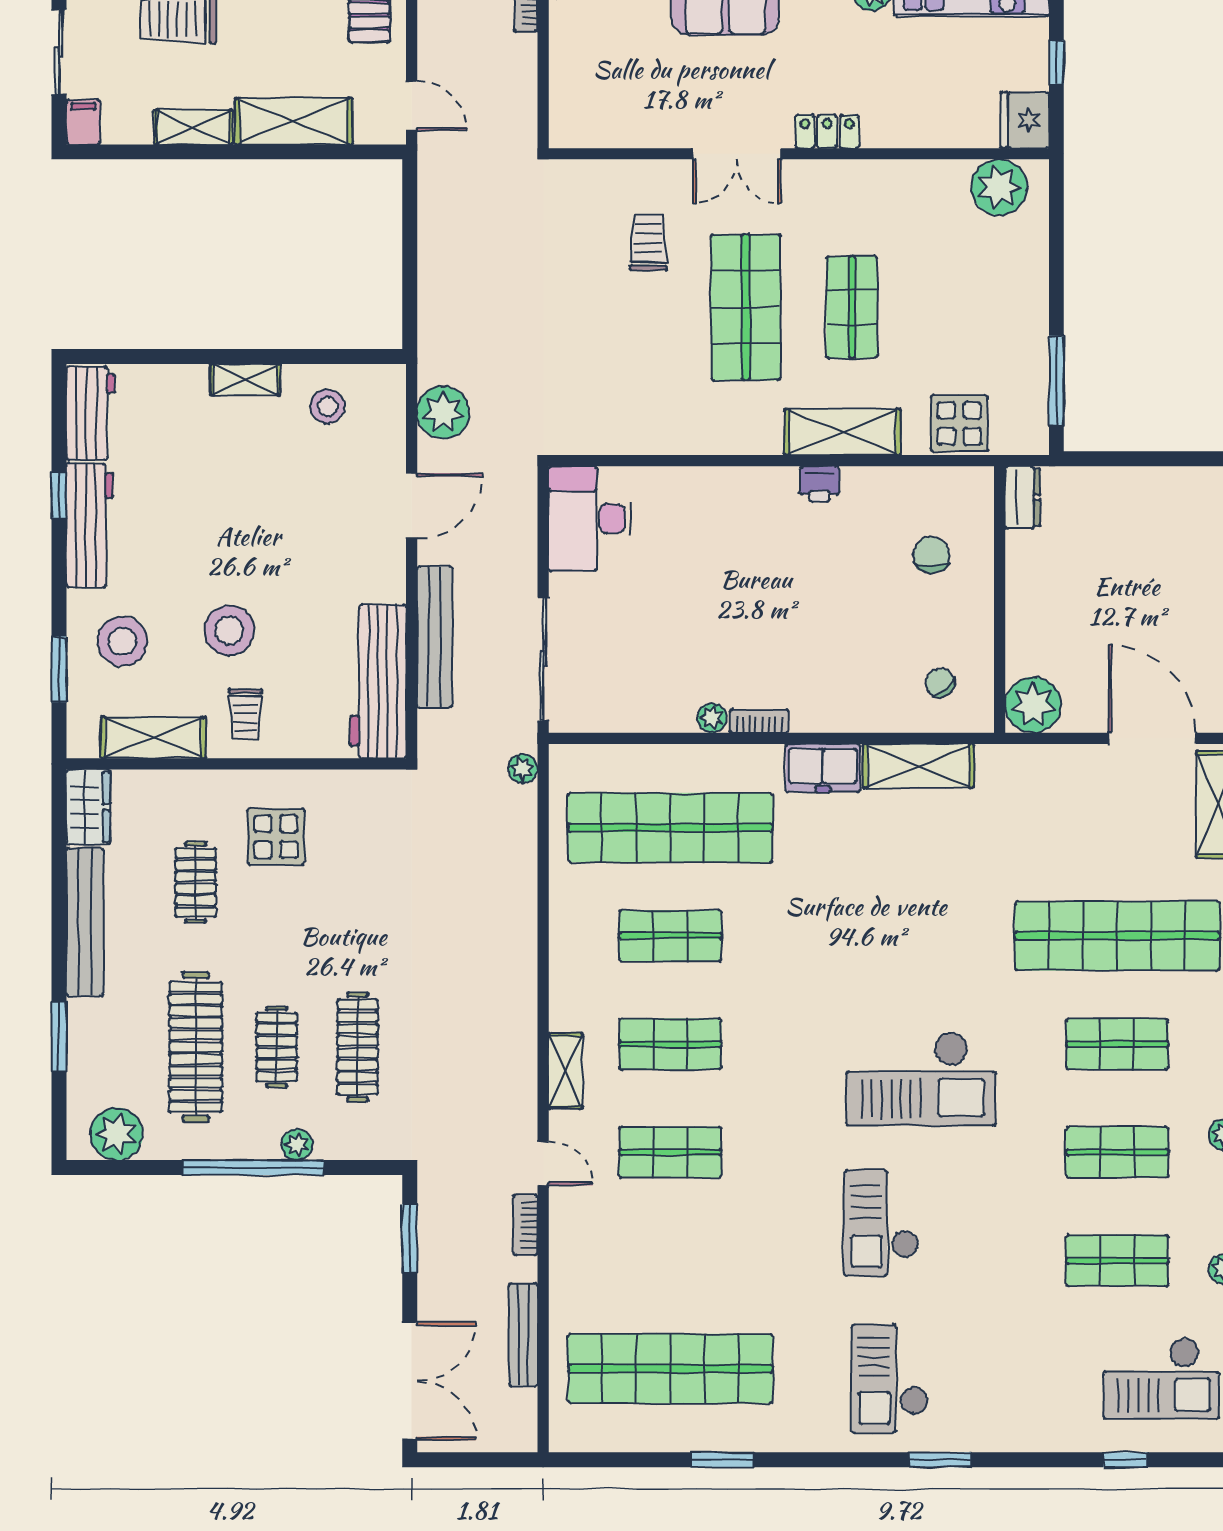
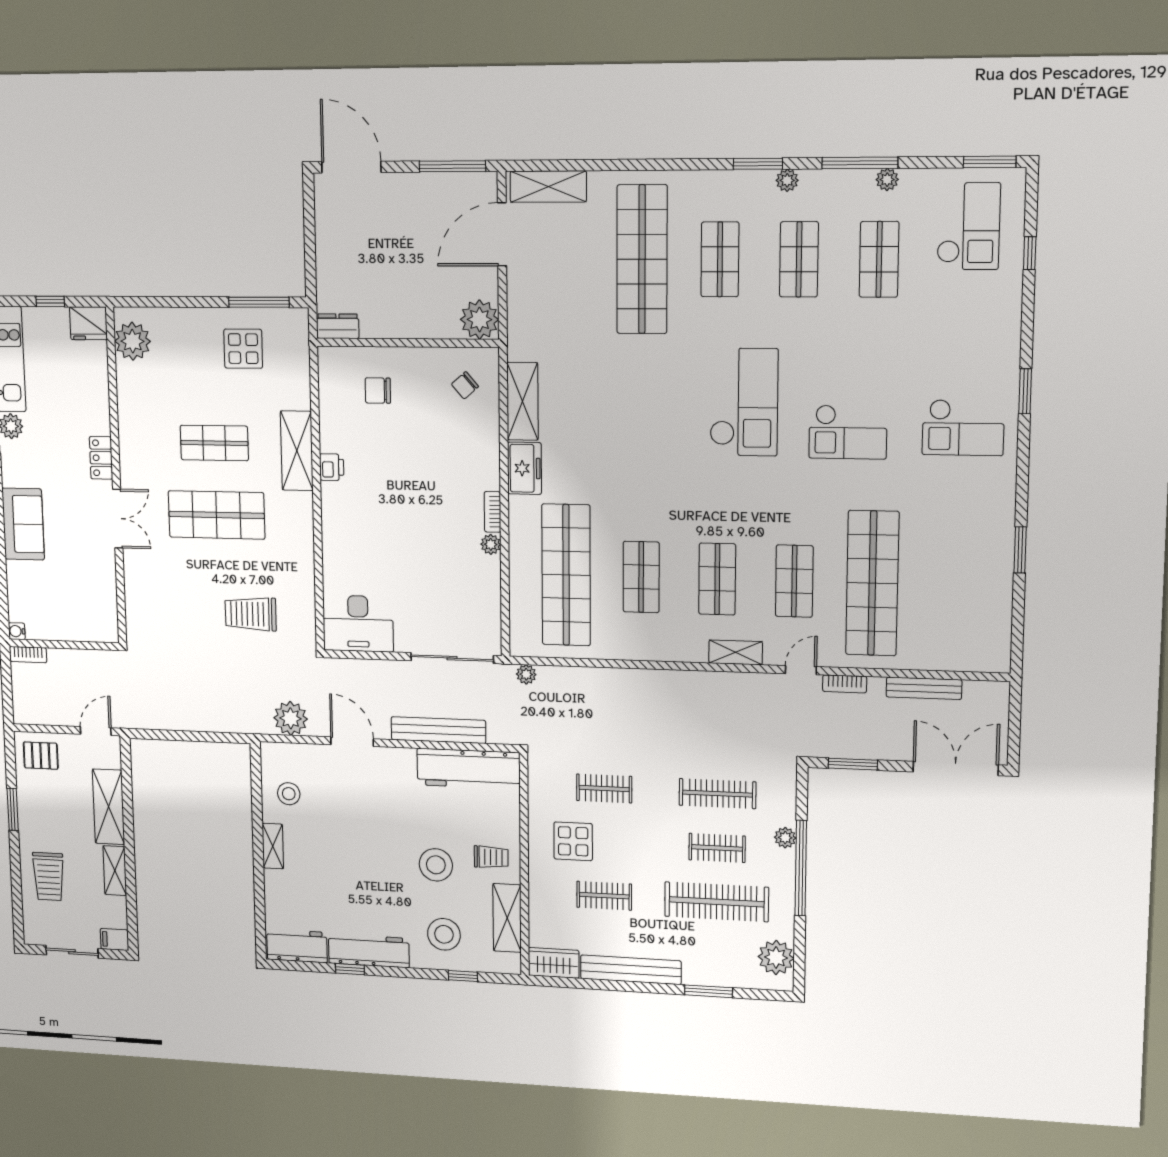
trolley: (648, 242) -> (251, 614), moved, width x1.36, depth x1.39
display table: (959, 423) -> (243, 349), moved
window: (59, 669) -> (463, 976), width x0.67
clothes rail: (358, 883) -> (604, 788), added
shop shelf: (670, 1369) -> (872, 583), moved

